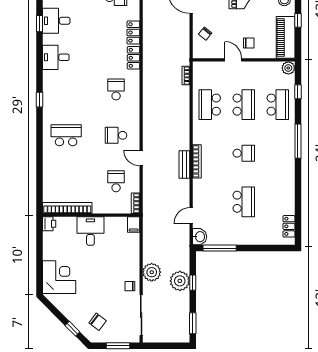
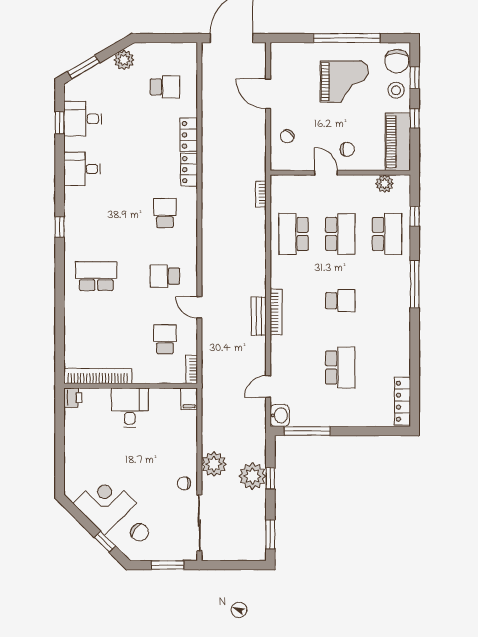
plant: (288, 68) -> (385, 184), moved
locker: (289, 226) -> (402, 401), width x1.53
corner desk: (59, 277) -> (105, 503), moved, turned -45

